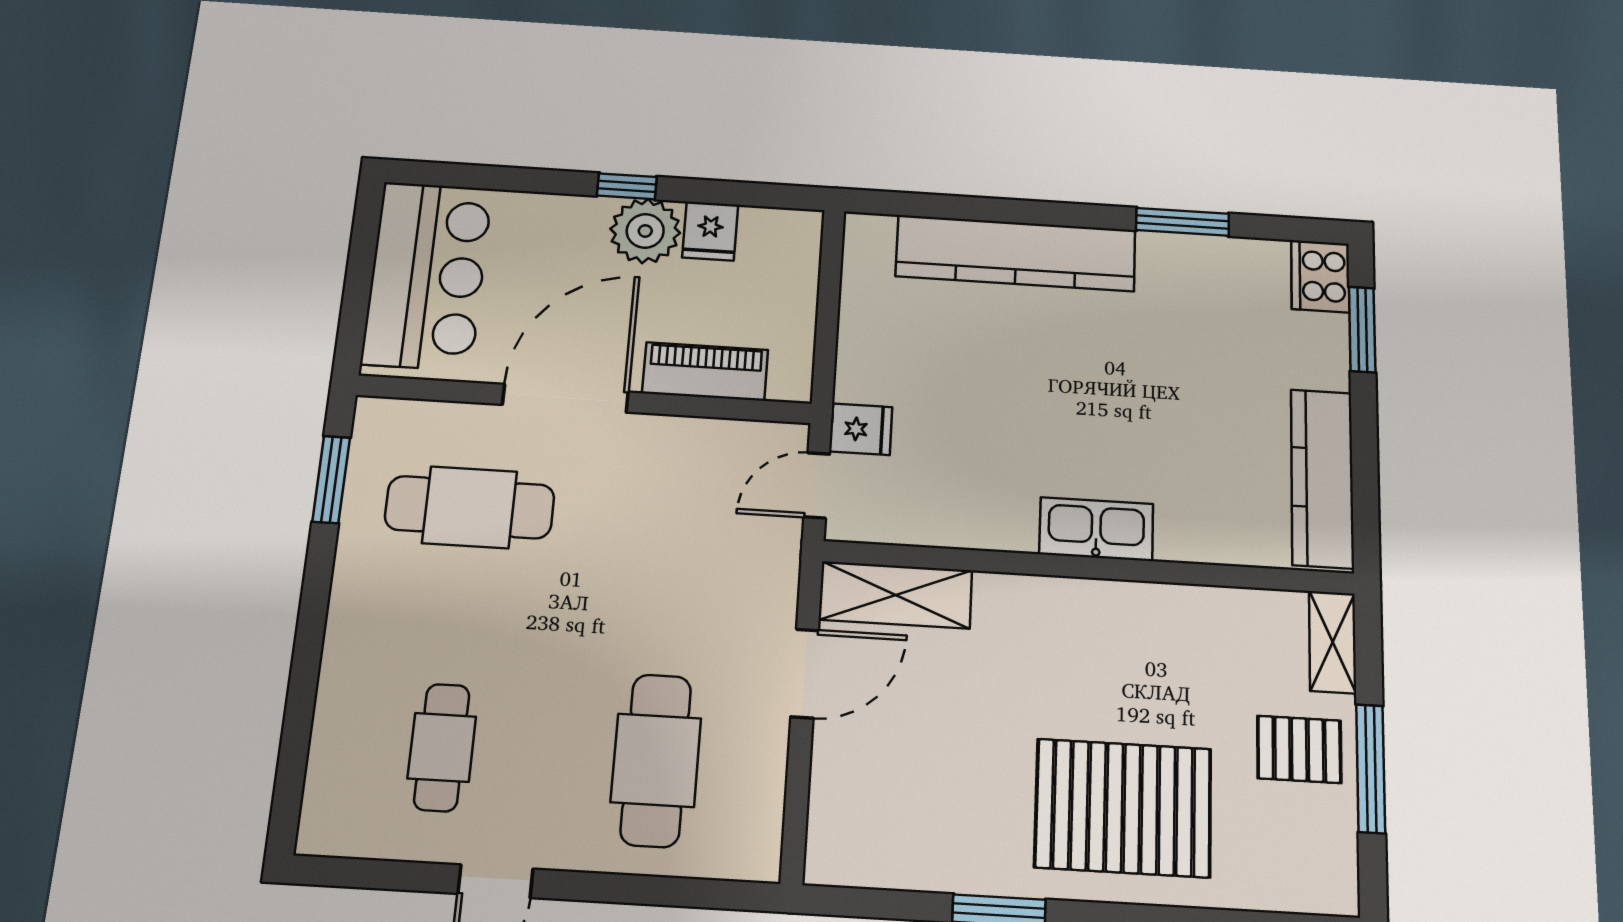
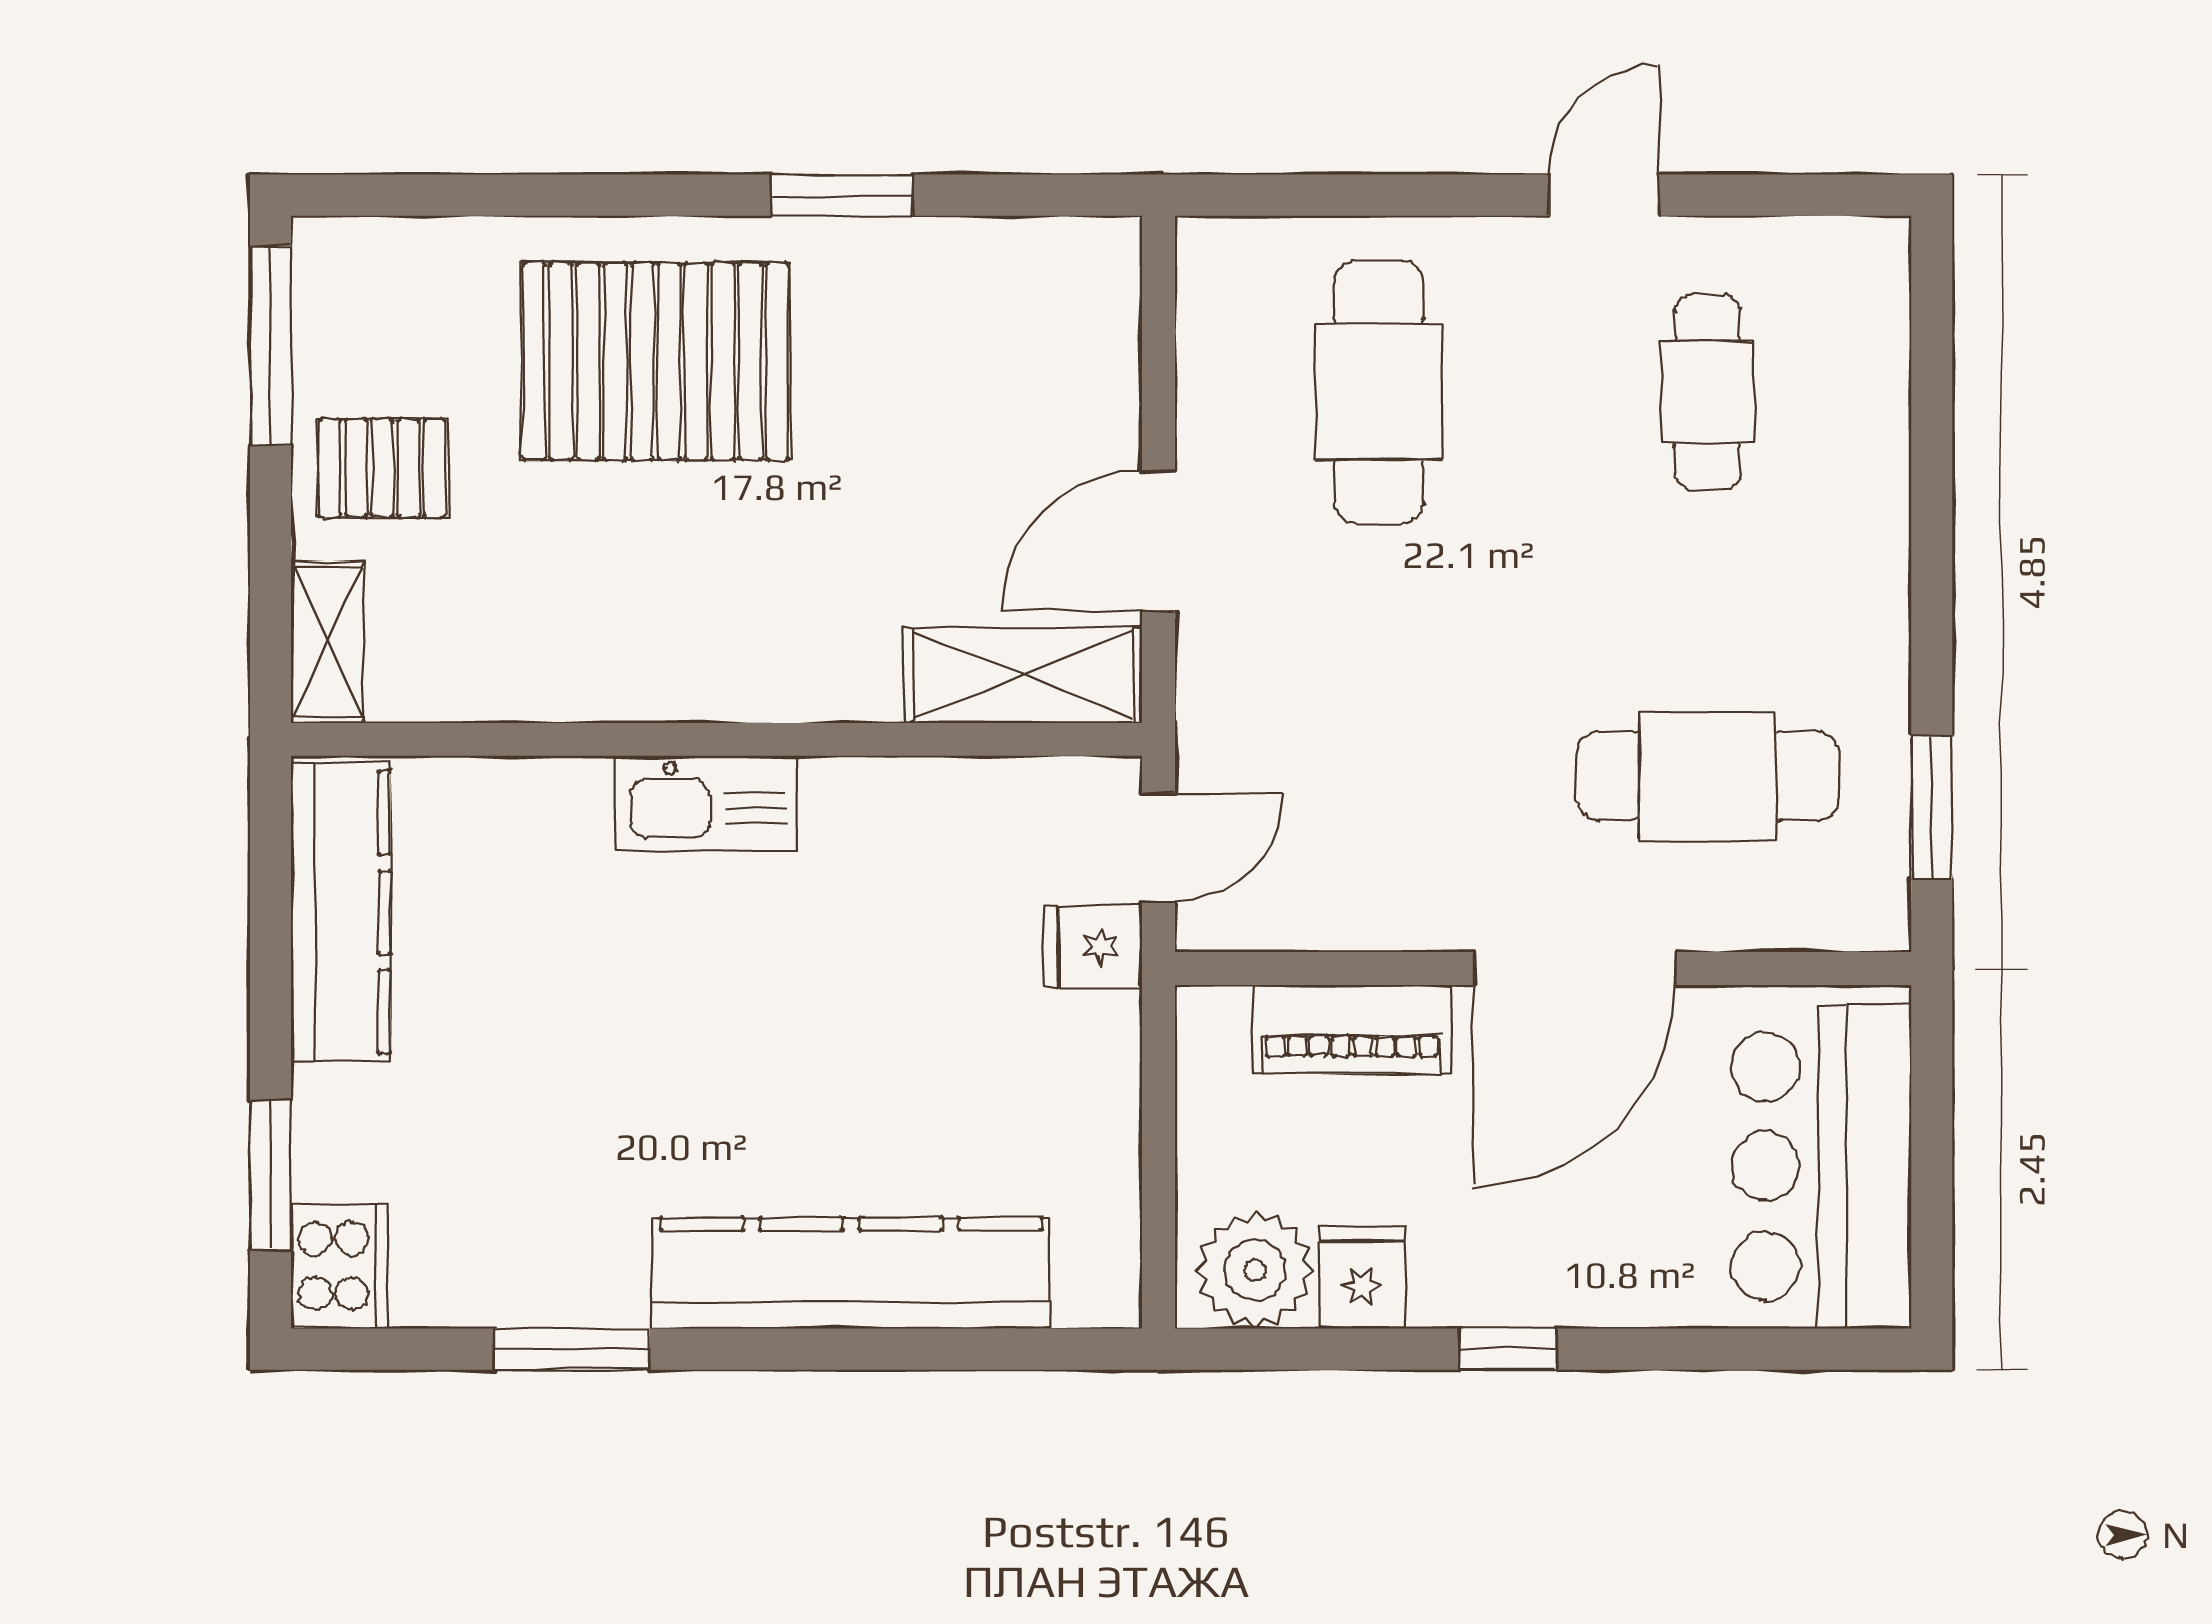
plant: (645, 231) -> (1255, 1270), moved
window: (1371, 769) -> (270, 346), moved

